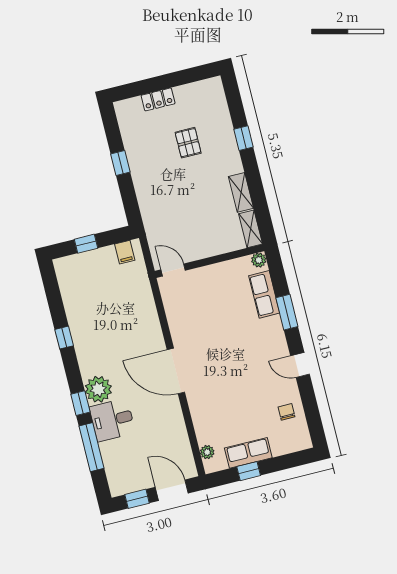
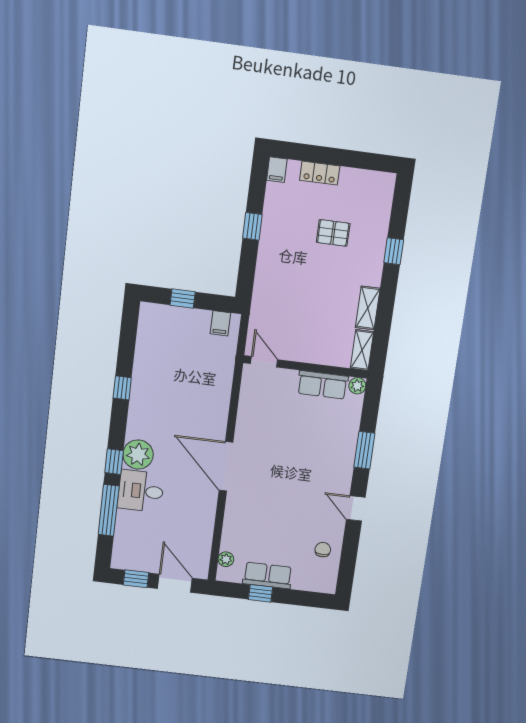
filing cabinet: (122, 110) -> (277, 170), added
pallet: (188, 143) -> (333, 233), turned 90
row of seats: (264, 294) -> (323, 385), moved, turned -90

